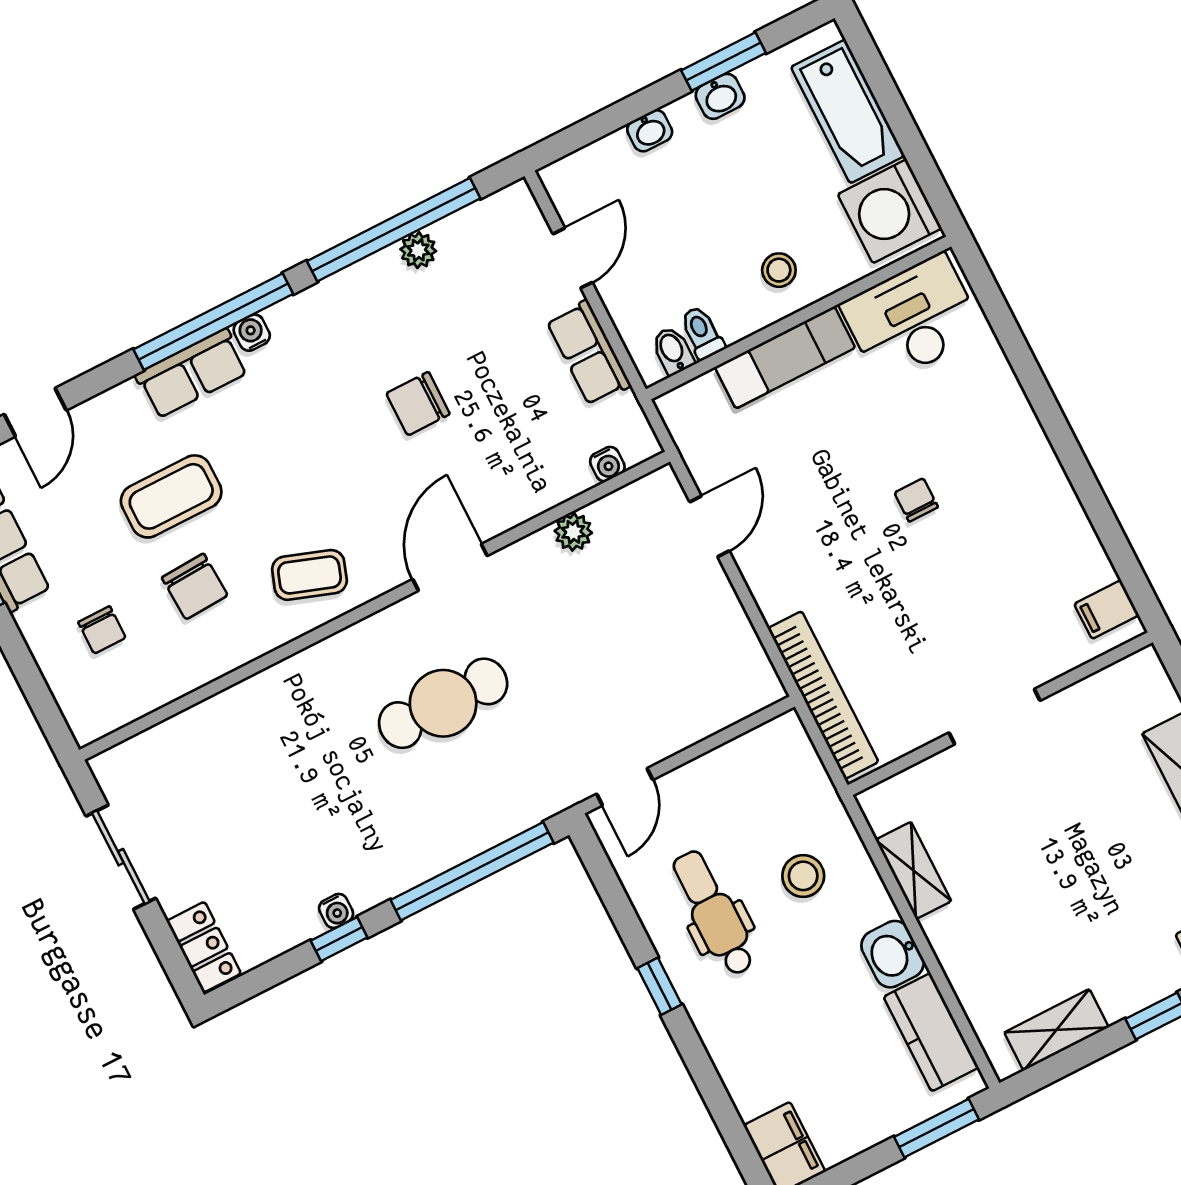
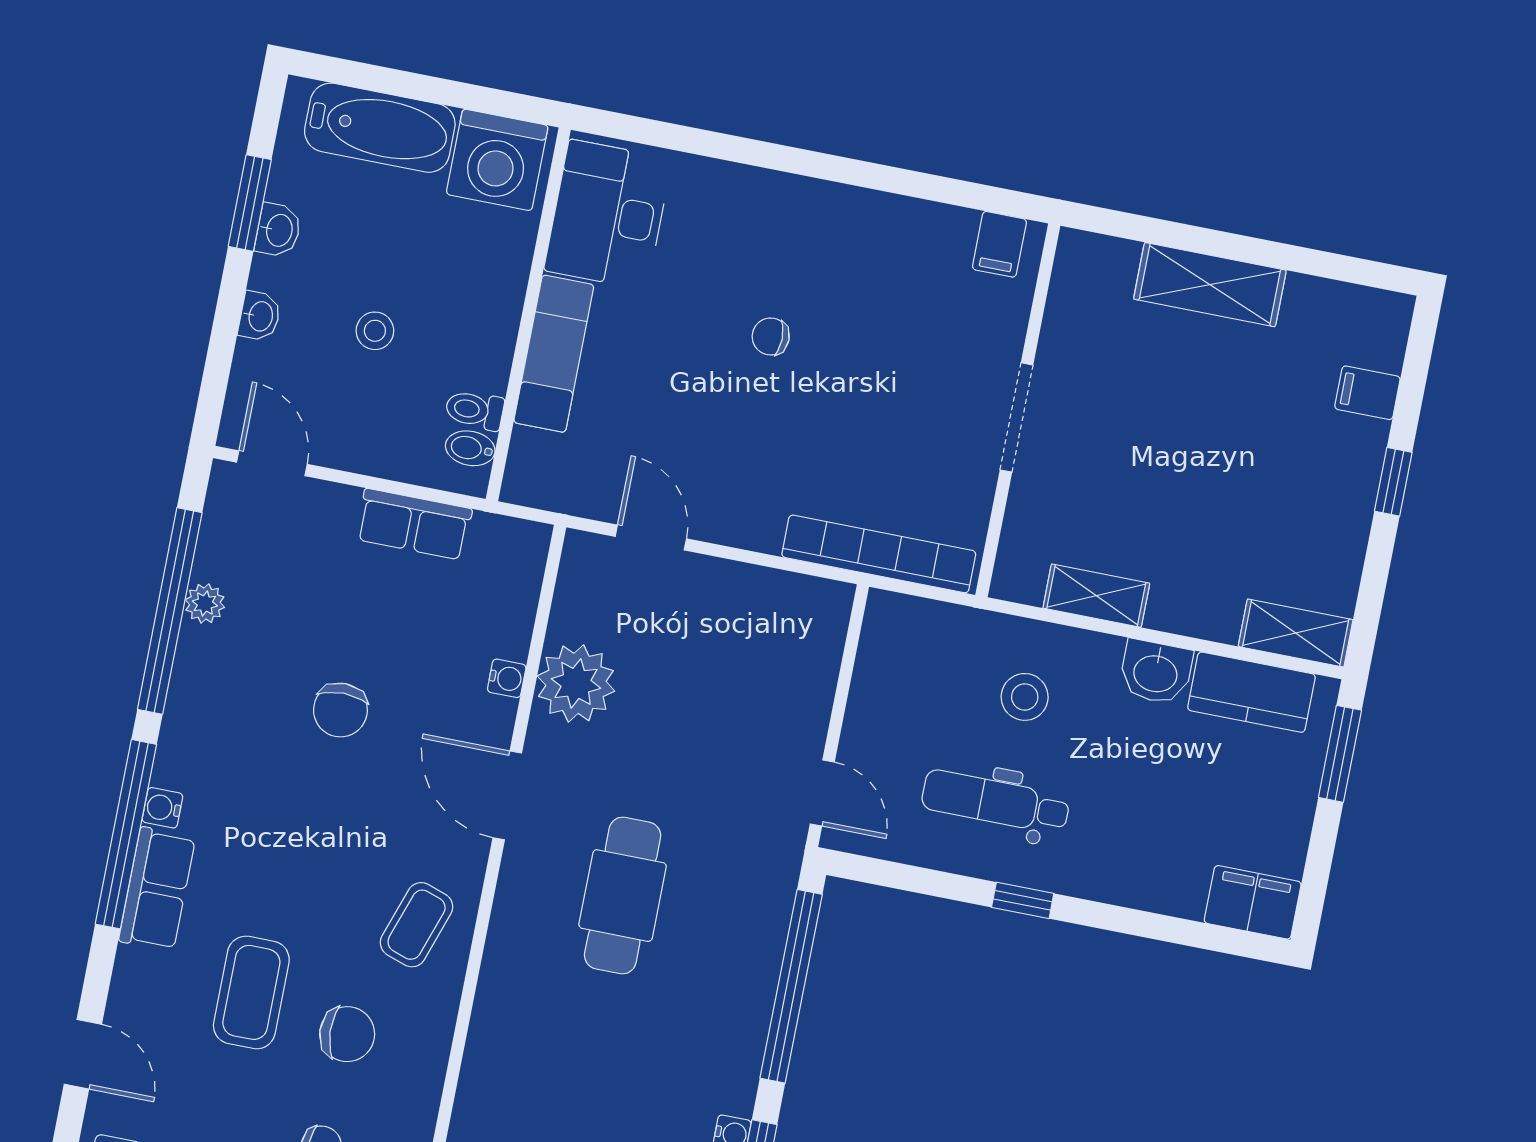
door: (573, 258) -> (272, 463), moved
stool: (779, 270) -> (375, 331), moved
water cooler: (607, 464) -> (507, 678), moved
plant: (573, 532) -> (576, 683), width x1.88, depth x1.88
shelving: (1056, 1030) -> (1296, 633), moved, turned 90

